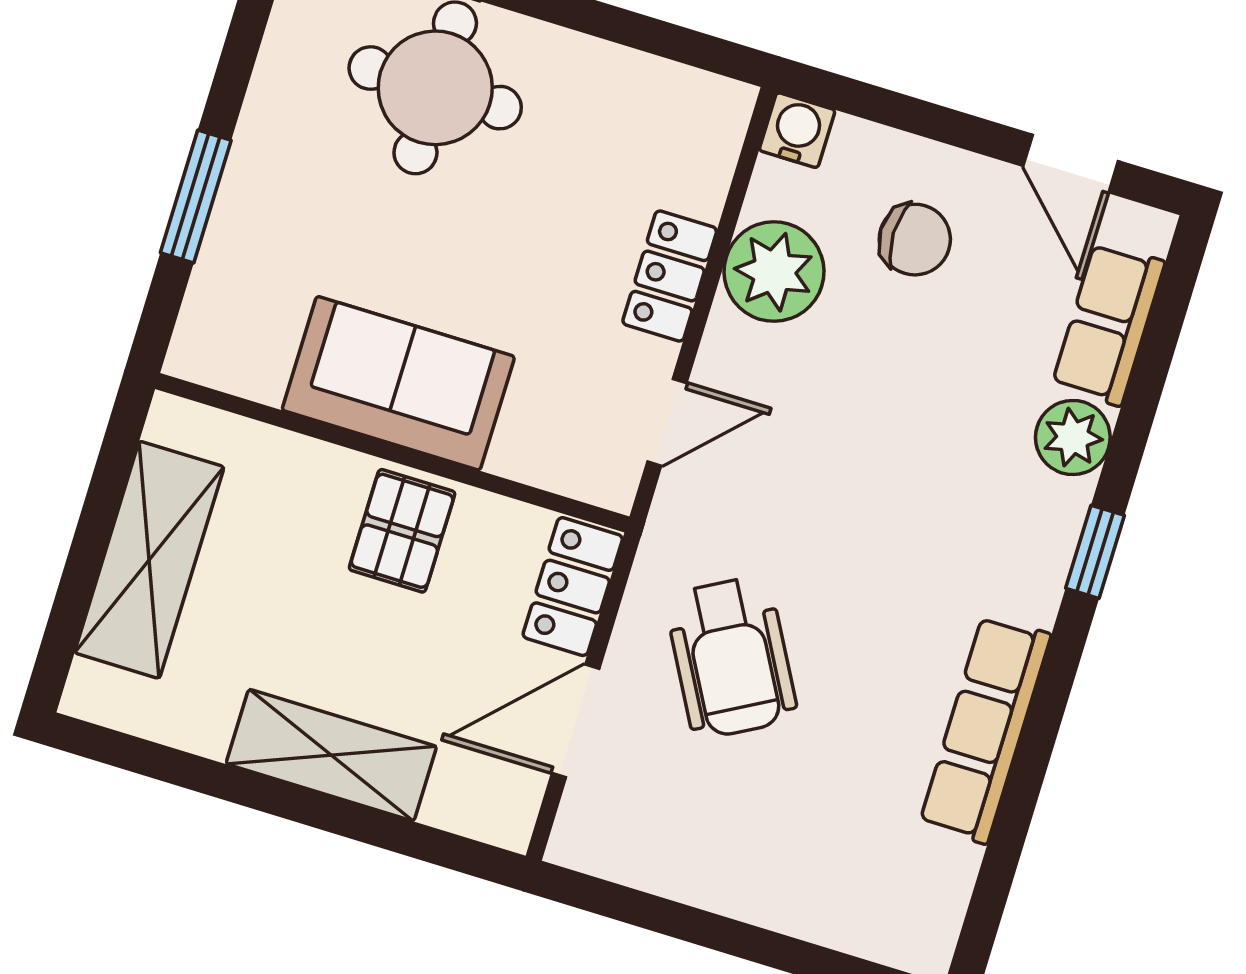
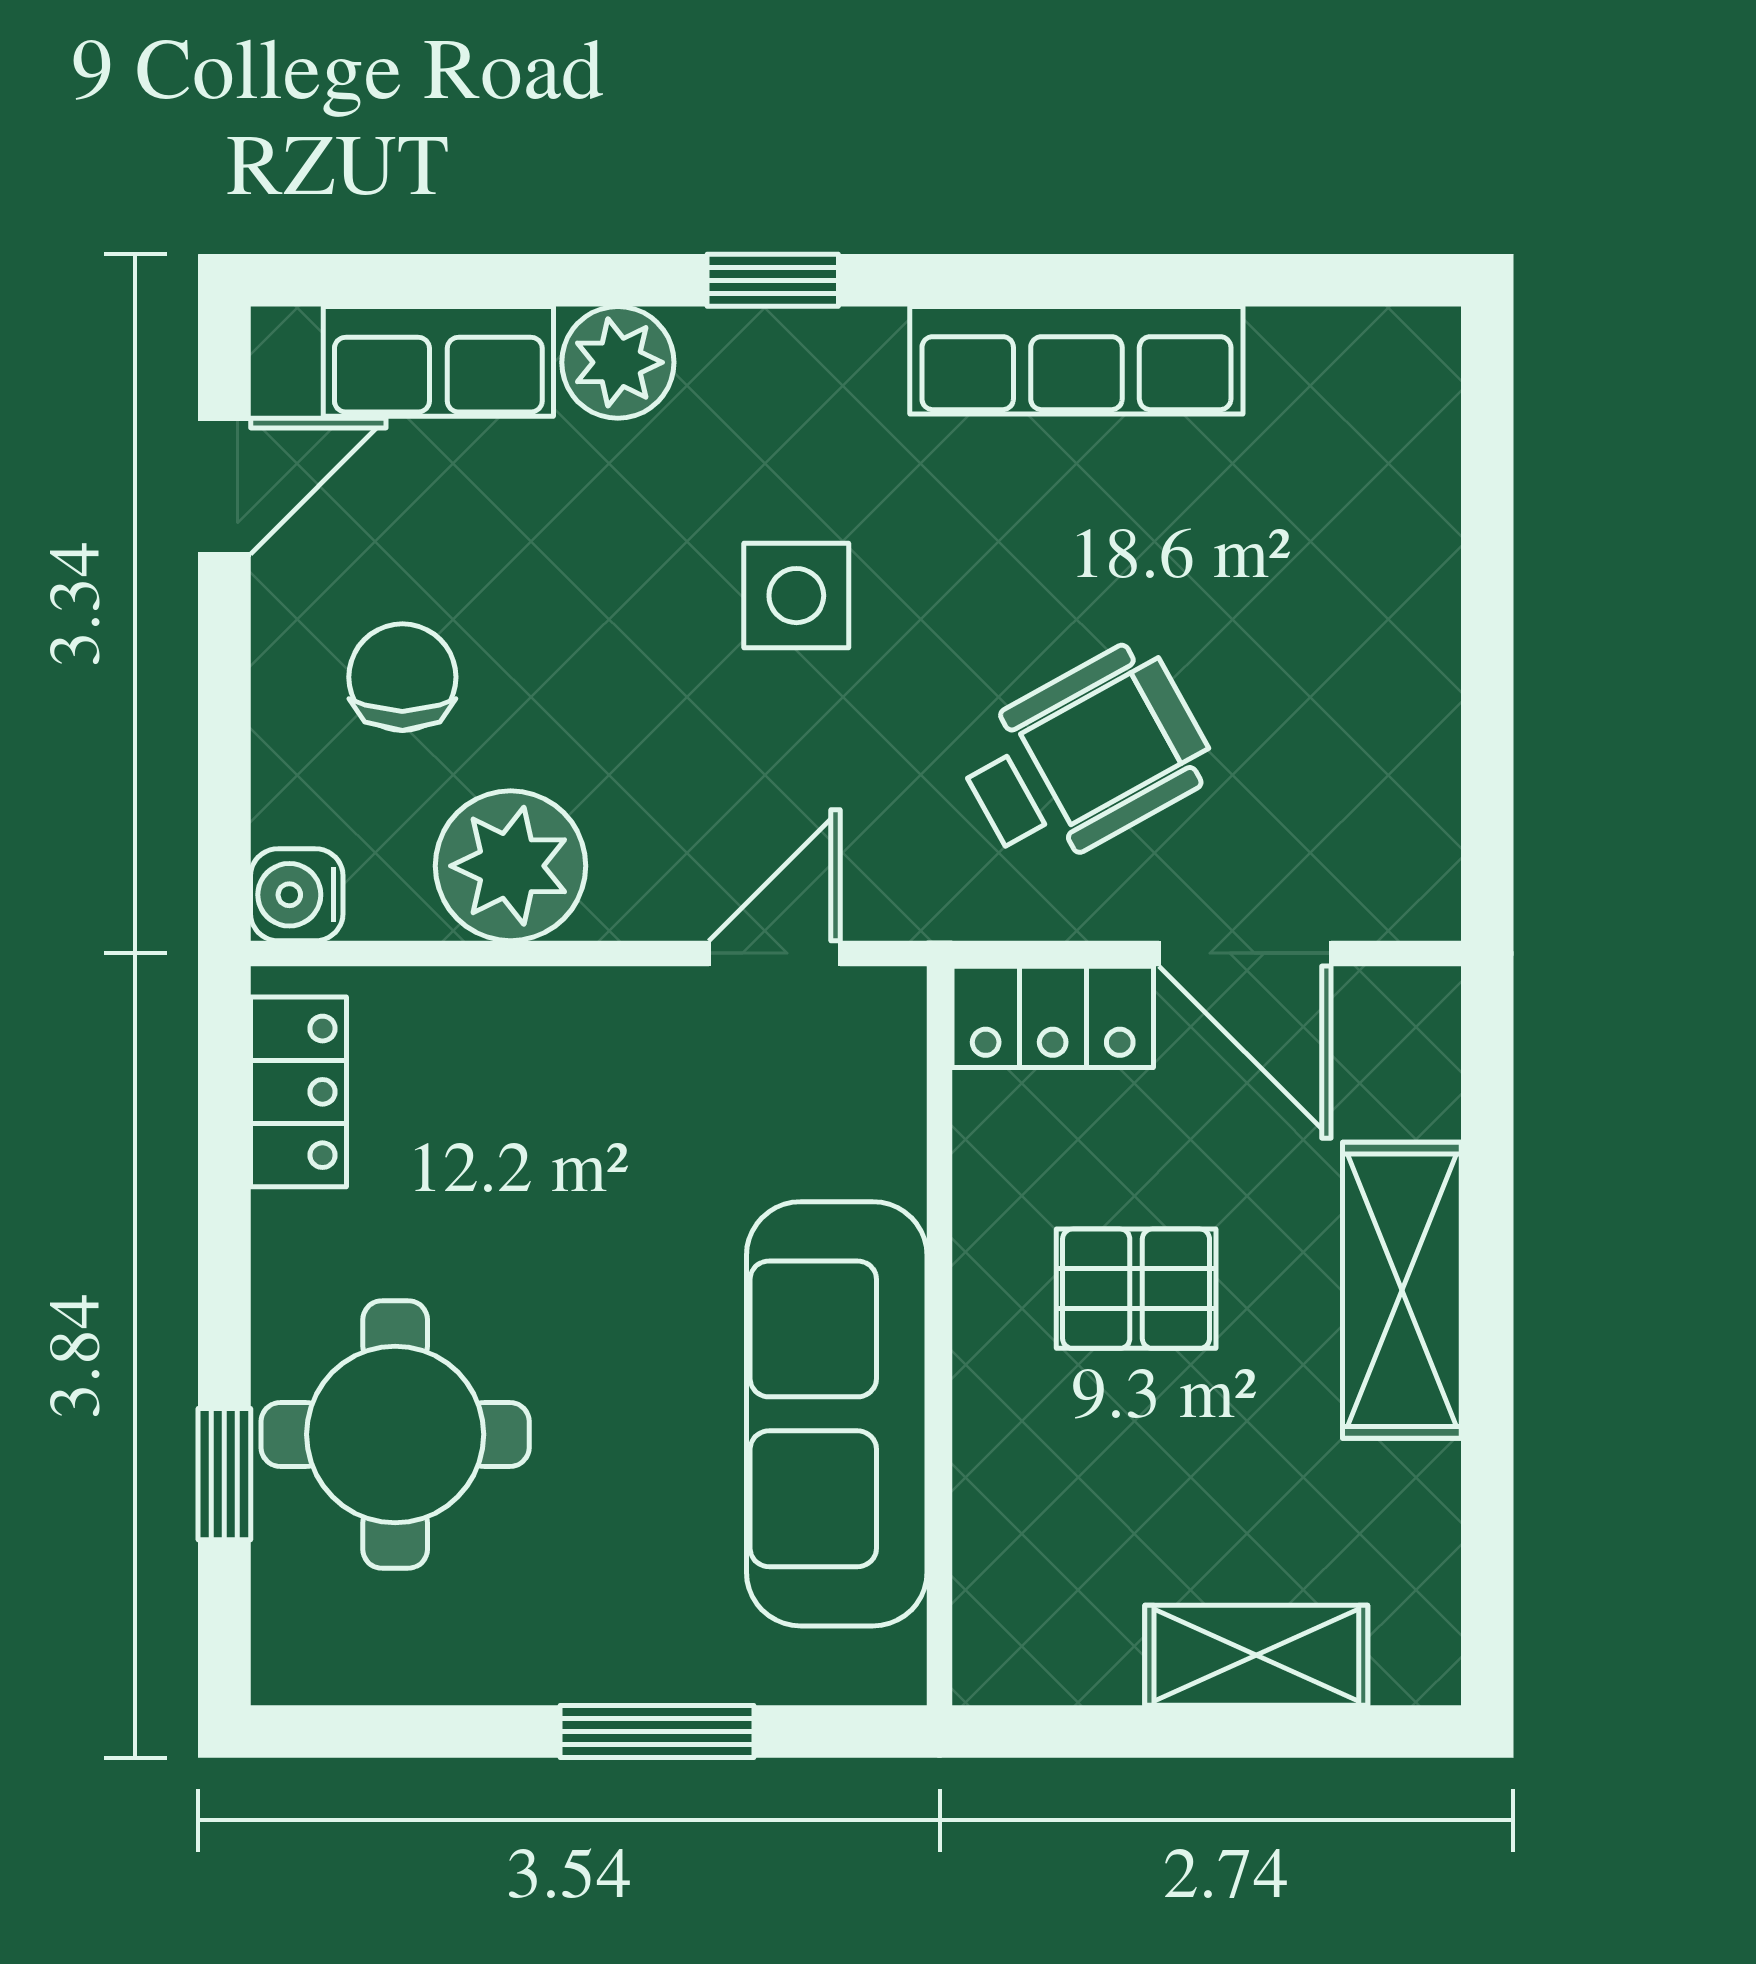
locker: (670, 276) -> (299, 1092), moved, turned -90
sofa: (398, 383) -> (837, 1414), width x1.36
door: (667, 422) -> (775, 953), hinge flipped
side table: (890, 506) -> (796, 596), added
pallet: (402, 531) -> (1136, 1289), moved
shelving: (149, 560) -> (1256, 1655), width x0.67, depth x0.75

